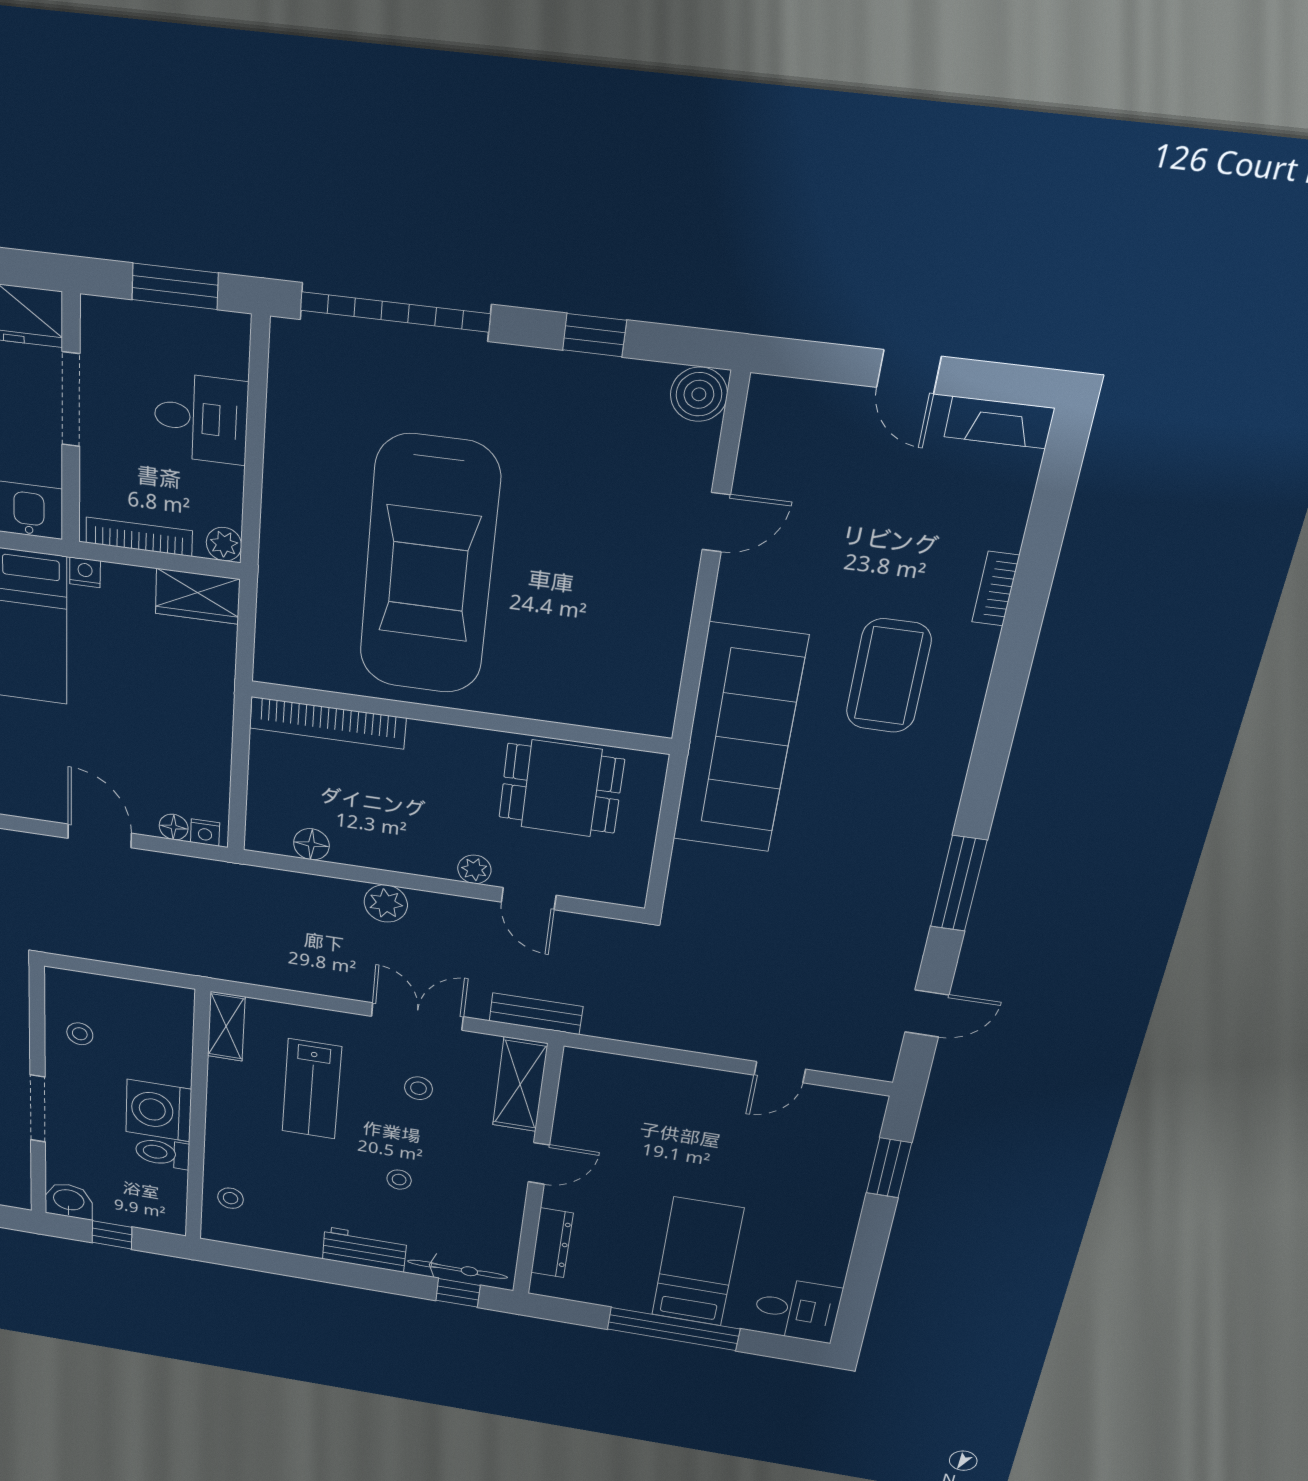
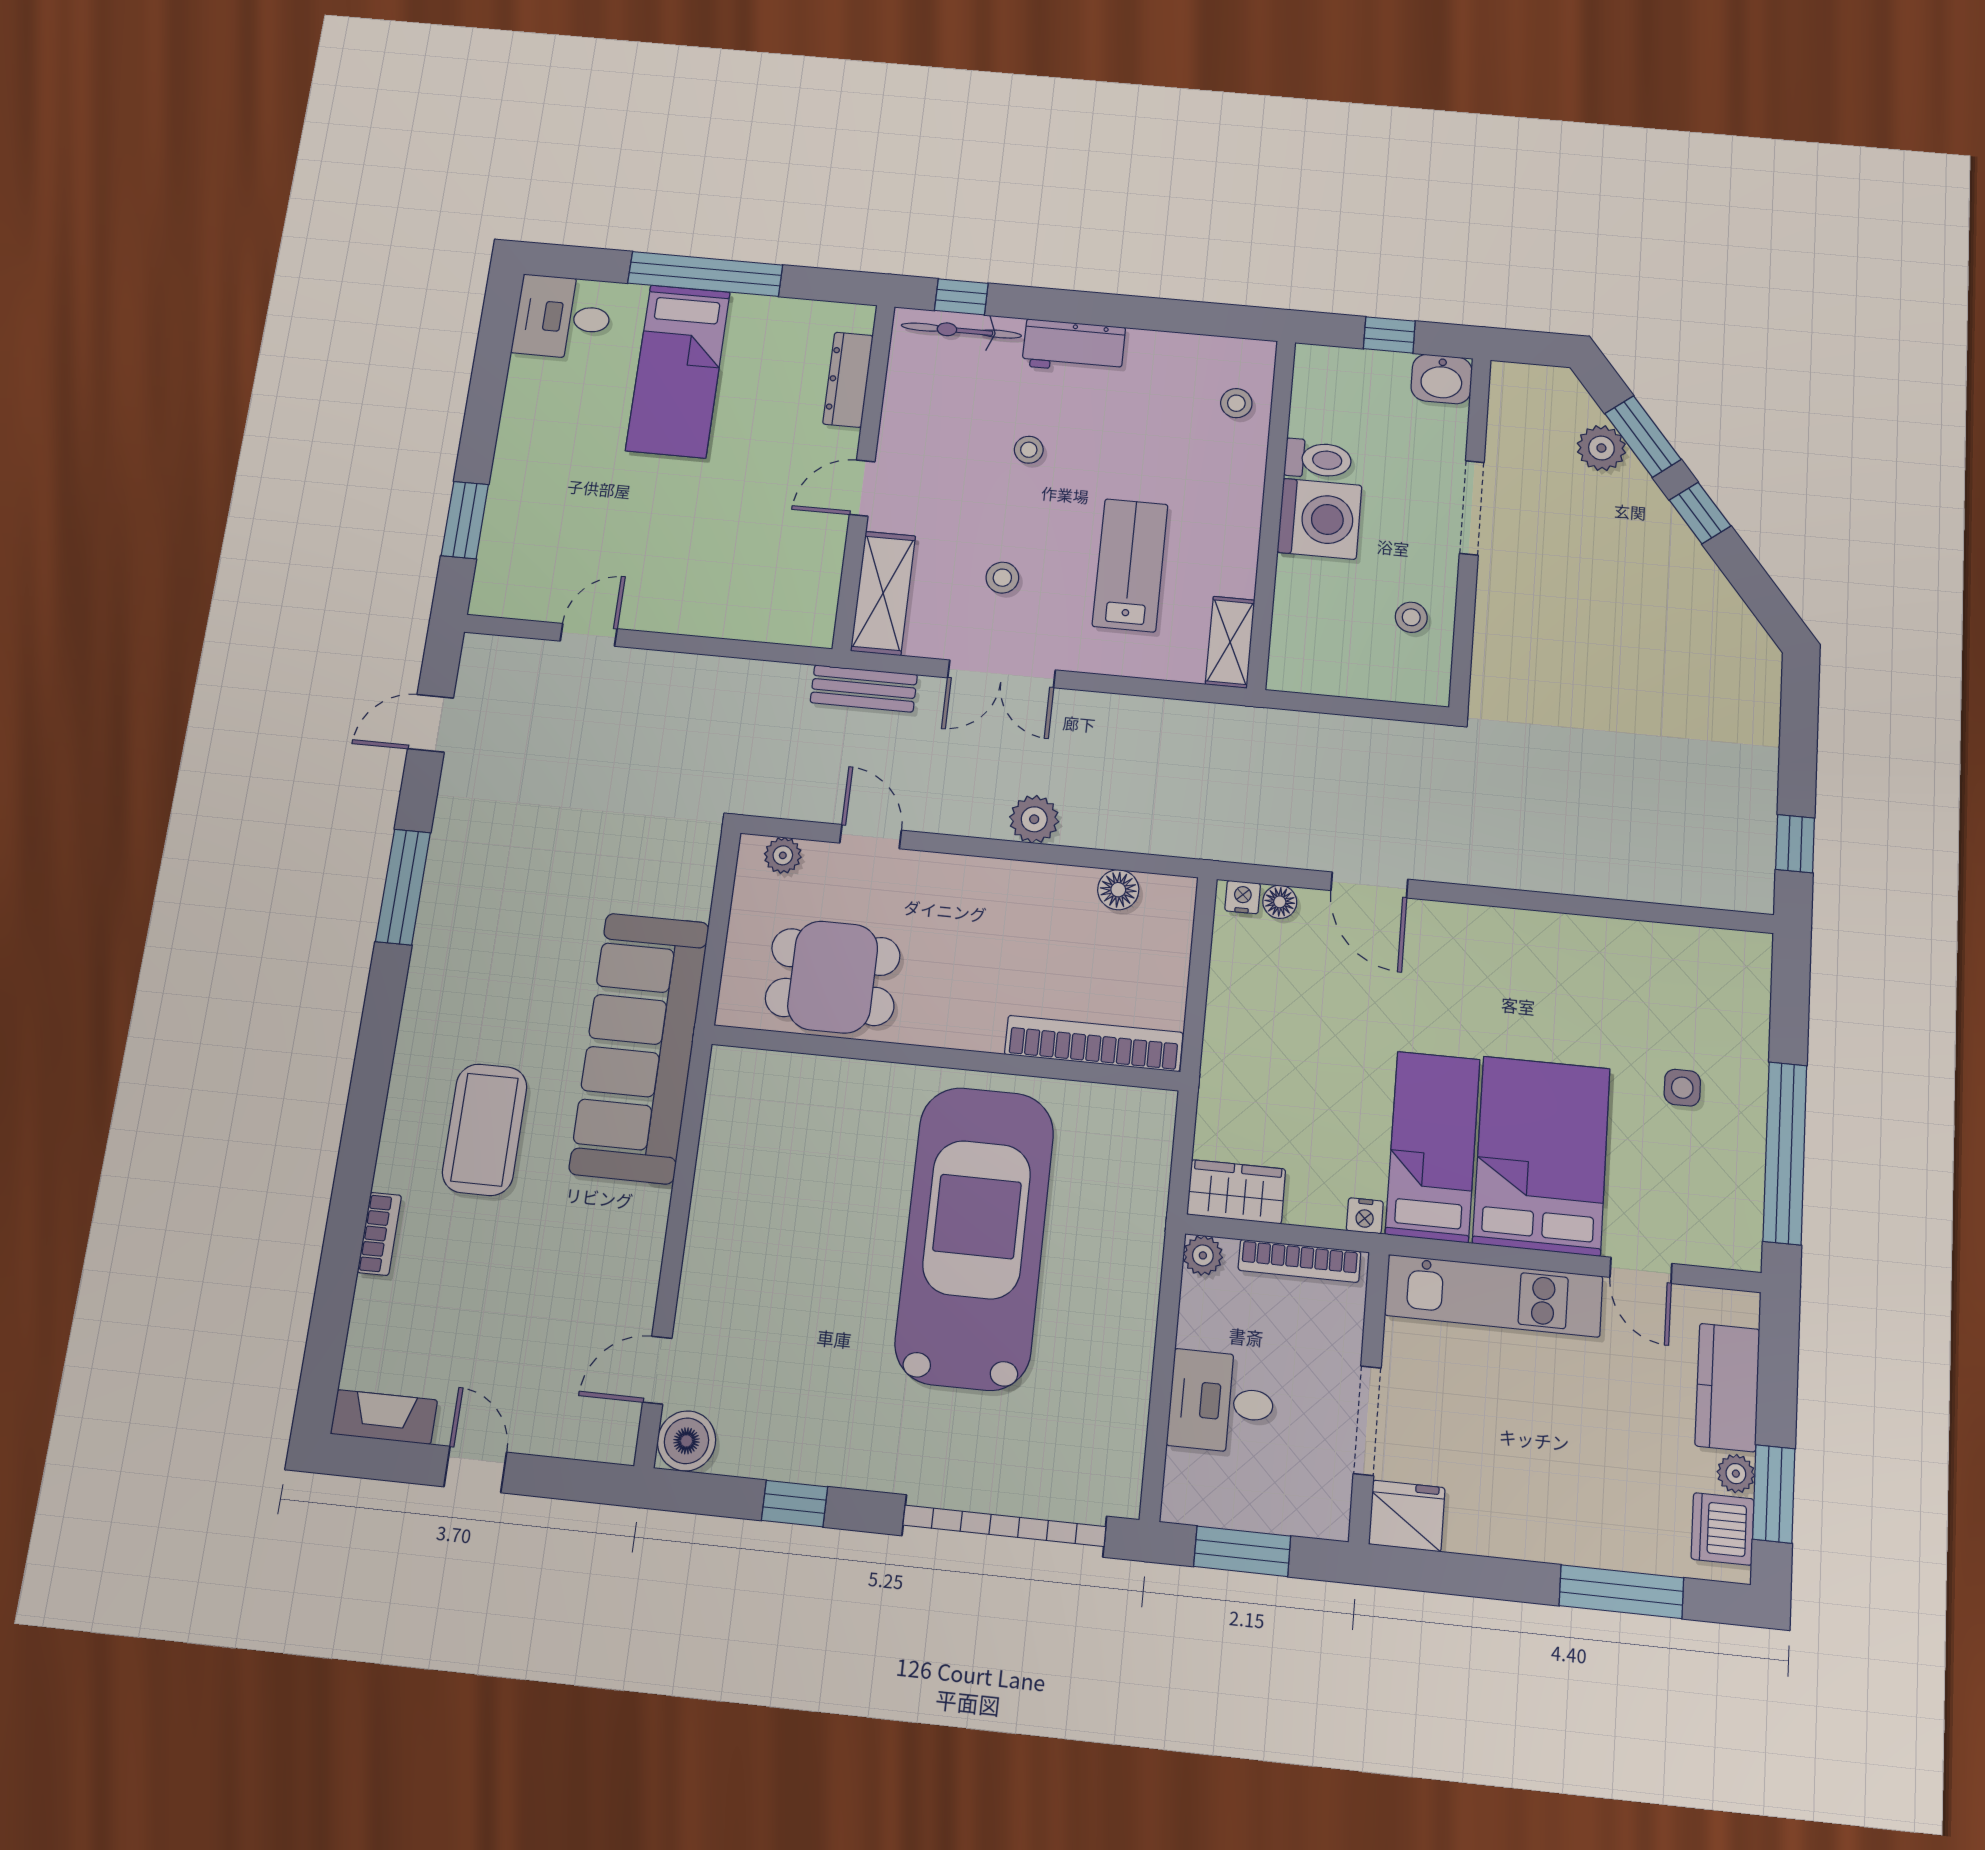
door: (716, 522) -> (657, 1370), moved
plant: (474, 869) -> (783, 855), moved

